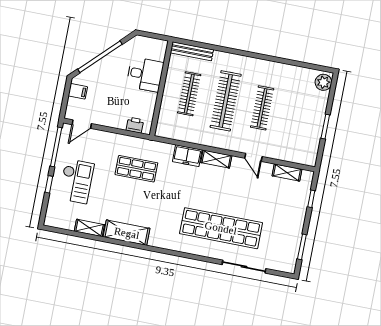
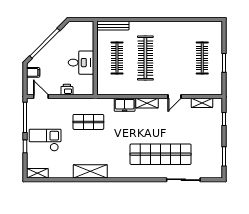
desk: (145, 74) -> (81, 63), moved
plant: (323, 82) -> (216, 30), removed
clothes rail: (262, 108) -> (202, 58), moved
door: (82, 124) -> (41, 96), swing flipped
printer: (135, 125) -> (67, 89), moved
door: (253, 157) -> (175, 96), hinge flipped
checkout: (76, 181) -> (45, 140), turned -90
shelving: (89, 228) -> (37, 173), moved

